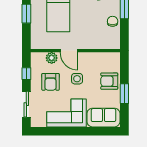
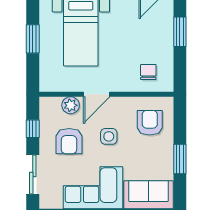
chair: (113, 21) -> (148, 72), moved
door: (69, 51) -> (97, 94), hinge flipped
armchair: (109, 81) -> (150, 123), moved, turned 90

